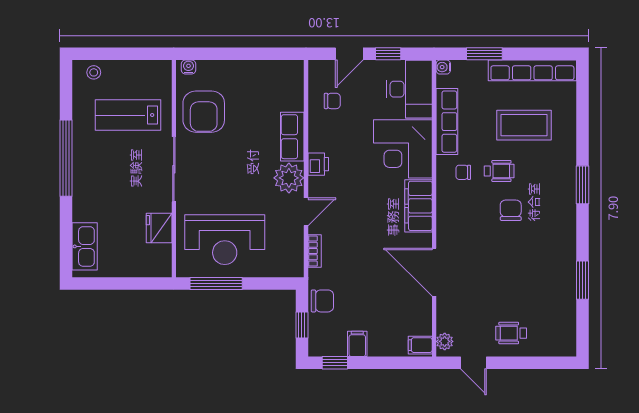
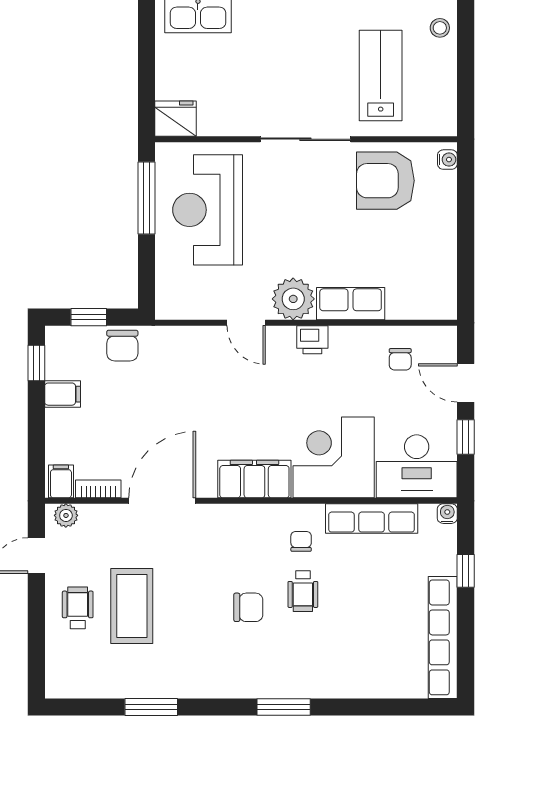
window: (484, 54) -> (466, 571), width x0.67
coffee table: (524, 125) -> (132, 606), moved
fridge: (159, 228) -> (176, 119), moved
bookcase: (315, 251) -> (98, 489), moved, turned 180

